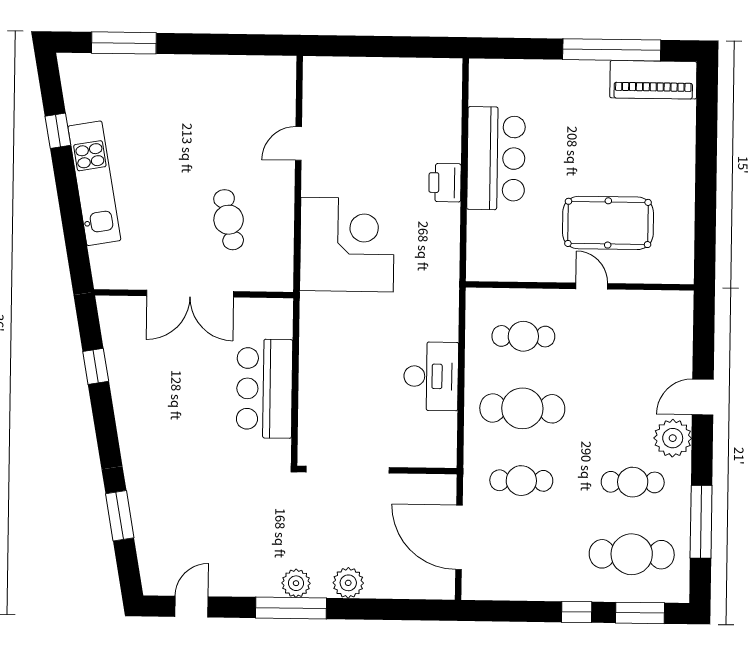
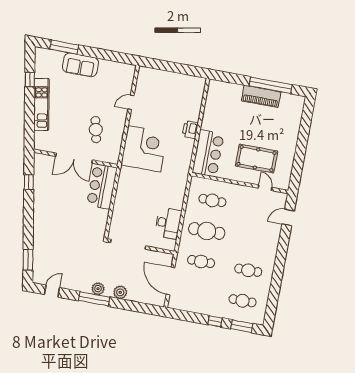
sofa: (168, 77) -> (81, 65), added
piano: (653, 80) -> (261, 96), moved
bar counter: (496, 158) -> (208, 153), moved
door: (592, 286) -> (265, 188), moved
desk: (431, 376) -> (168, 223), moved
bar counter: (264, 389) -> (102, 186), moved
door: (703, 397) -> (288, 217), moved
plant: (673, 438) -> (268, 254), removed
window: (120, 516) -> (28, 260), moved
window: (701, 522) -> (274, 292), removed
cafe table: (632, 554) -> (243, 301), width x0.73, depth x0.74

